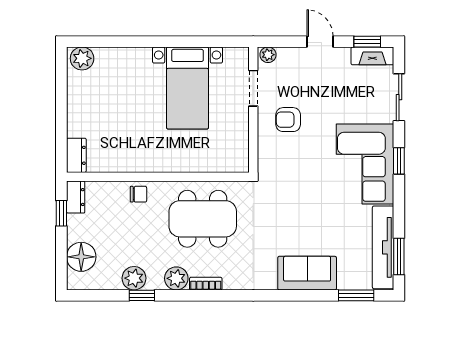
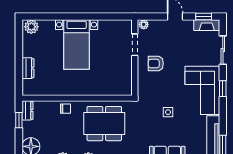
bed with nightstands: (188, 88) -> (77, 44), moved
dresser: (76, 155) -> (28, 68), moved
side table: (308, 200) -> (168, 112), added

